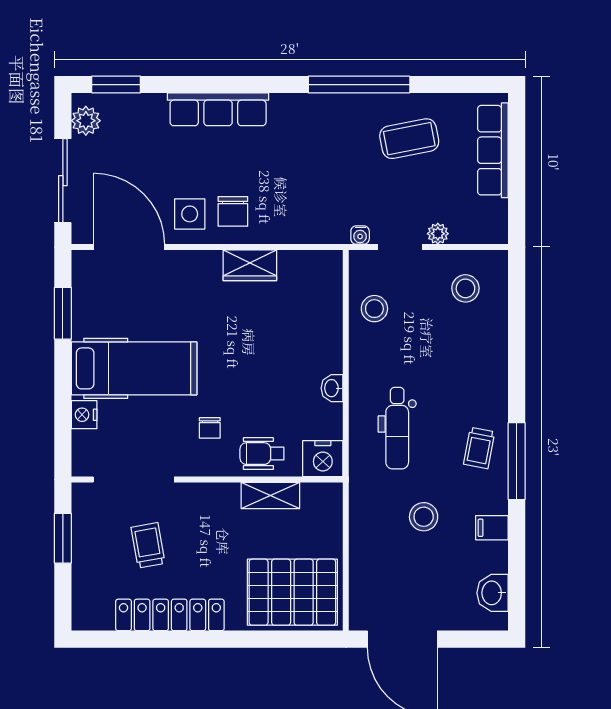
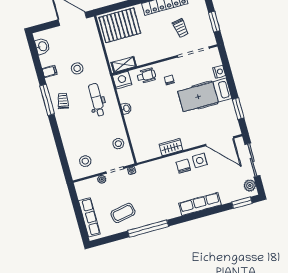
shelving: (270, 495) -> (124, 64), moved

